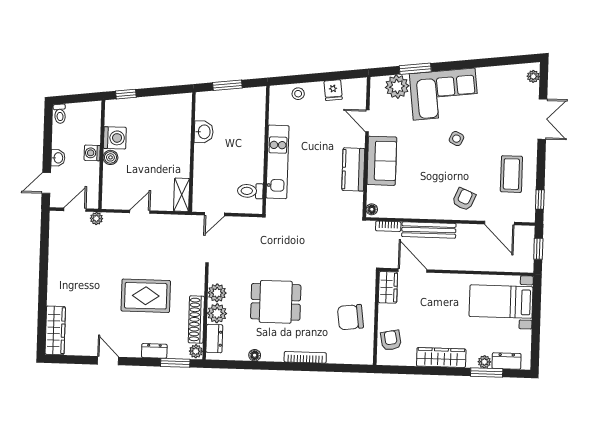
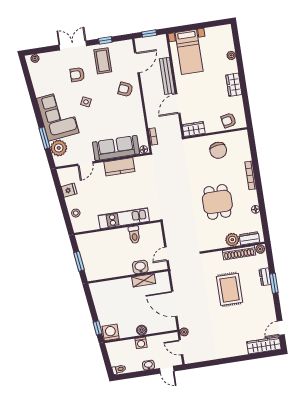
double door: (542, 119) -> (73, 45), moved
washbasin: (204, 132) -> (140, 267), moved
armchair: (498, 133) -> (77, 75), added
washing machine: (115, 138) -> (111, 332), moved
sofa: (382, 161) -> (116, 148), width x1.36
coffee table: (511, 174) -> (103, 61), turned 90
toilet: (250, 191) -> (134, 235), moved
shelving: (182, 195) -> (144, 280), moved
window: (540, 200) -> (105, 40), moved
door: (140, 212) -> (174, 304), width x1.88
door: (214, 214) -> (166, 254), swing flipped
bench: (429, 230) -> (167, 76), moved
door: (412, 271) -> (178, 104), moved
plant: (217, 293) -> (219, 242), removed
wardrobe: (441, 358) -> (234, 85), width x0.67
door: (108, 361) -> (281, 328), moved
dresser: (507, 361) -> (228, 41), removed
window: (175, 363) -> (274, 283), moved
window: (487, 373) -> (238, 53), removed

